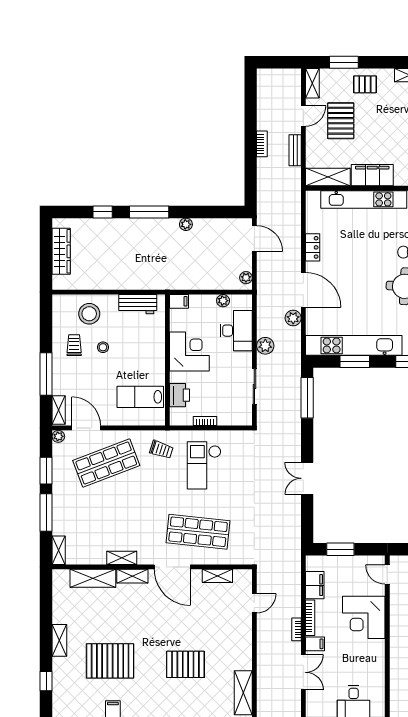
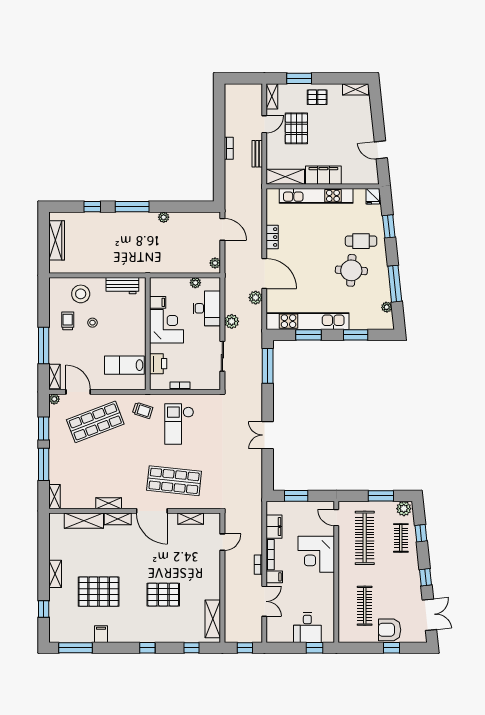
filing cabinet: (179, 301) -> (158, 302), moved

